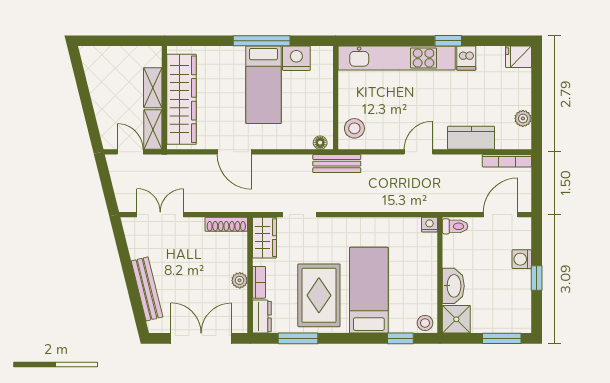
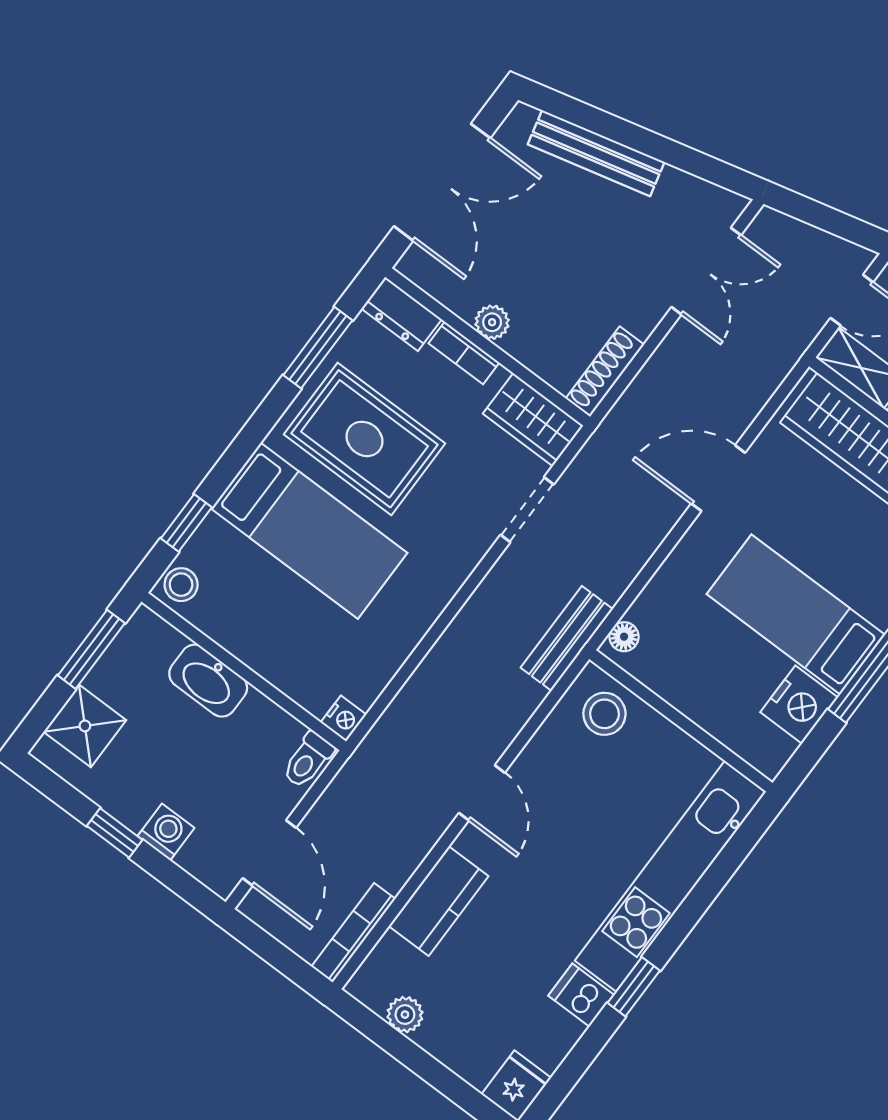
shower: (456, 319) -> (85, 726), moved
window: (502, 338) -> (91, 649), moved

